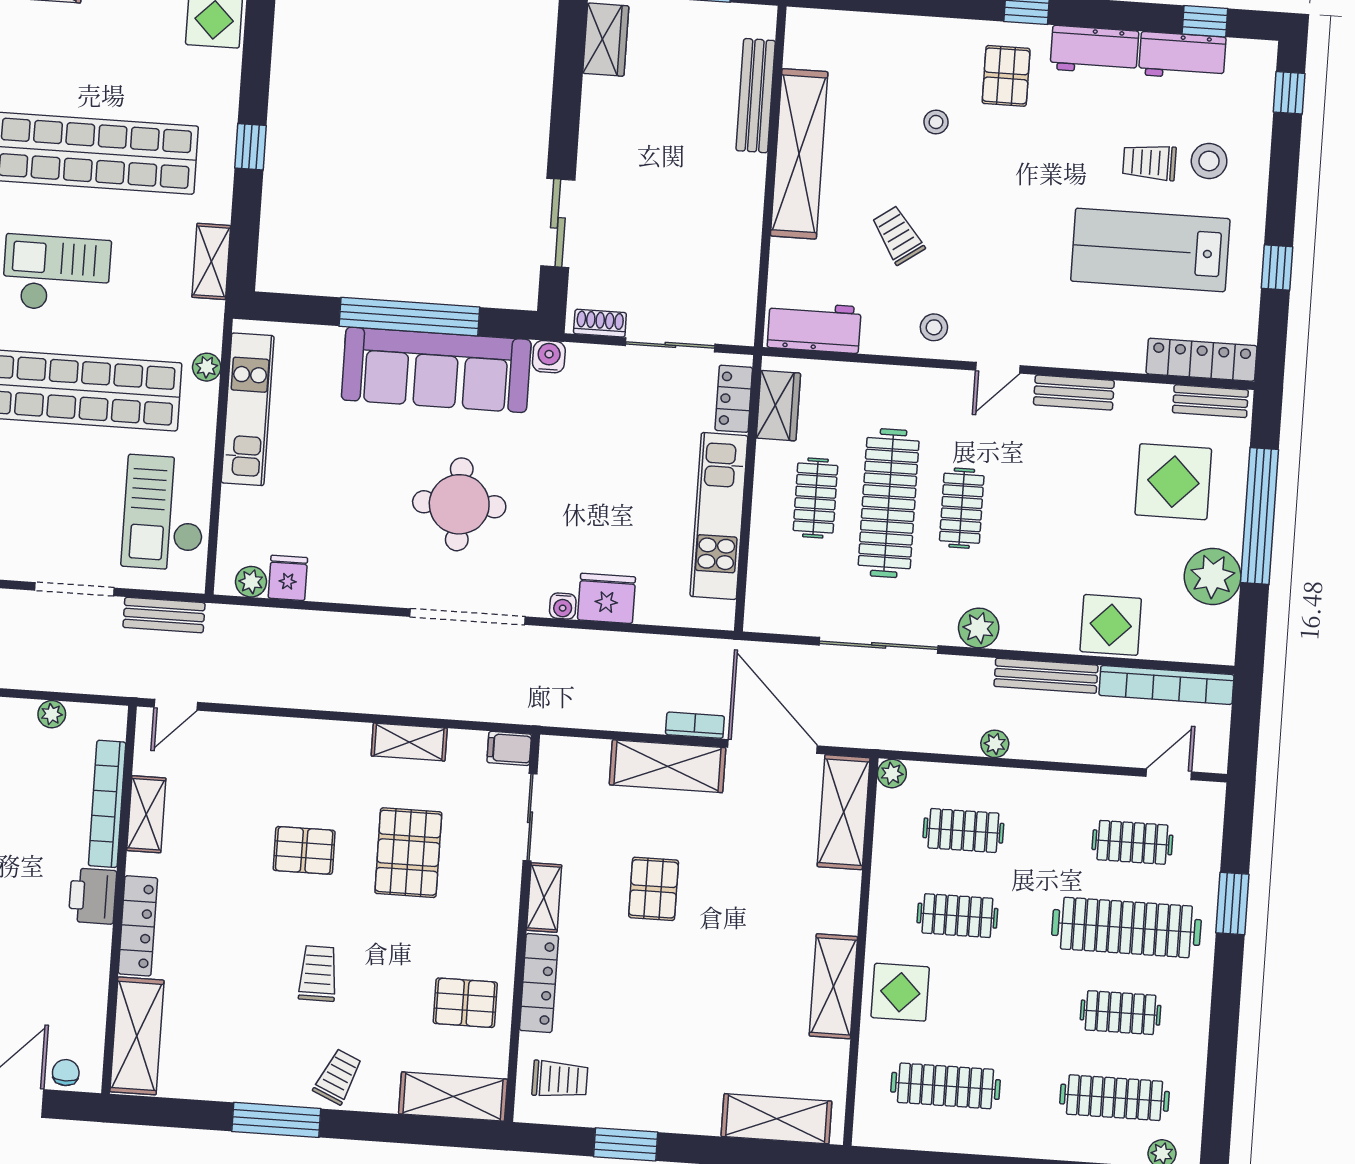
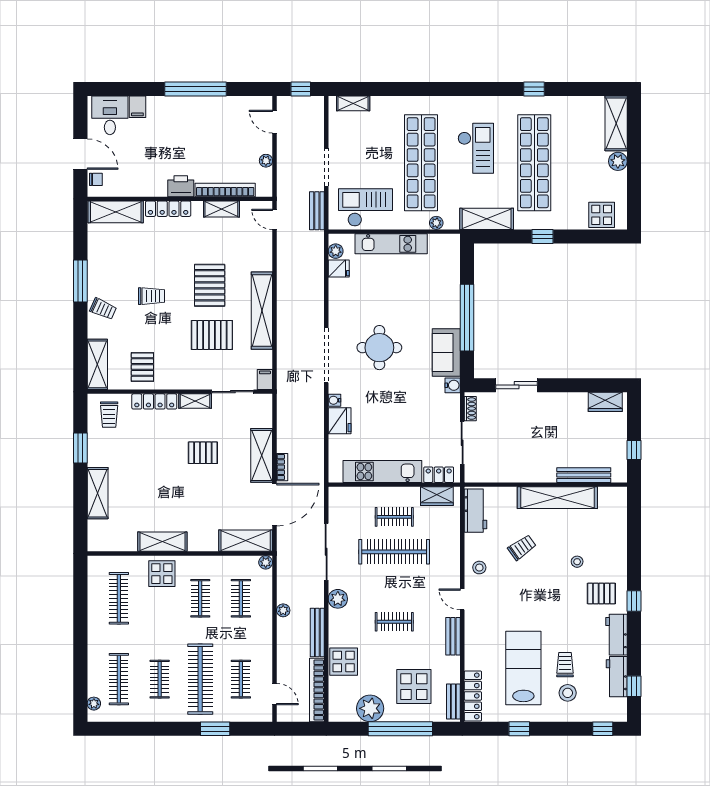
shelving: (211, 261) -> (487, 219), width x1.50, depth x1.33
sofa: (436, 370) -> (446, 352), width x0.54, depth x0.79
kitchen unit: (248, 409) -> (391, 244), moved
clothes rail: (962, 508) -> (394, 622), moved
shelving: (409, 742) -> (262, 311), width x2.20, depth x1.33
pallet: (304, 850) -> (210, 285), width x1.50, depth x1.42
shelving: (776, 1119) -> (98, 493), moved

